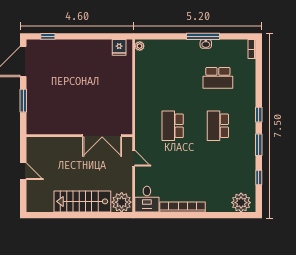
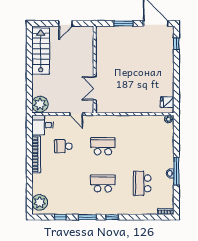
double door: (102, 136) -> (95, 88), width x0.73
door: (134, 158) -> (76, 114), hinge flipped
school desk: (173, 174) -> (63, 146), added
stairs: (82, 201) -> (41, 51), moved

